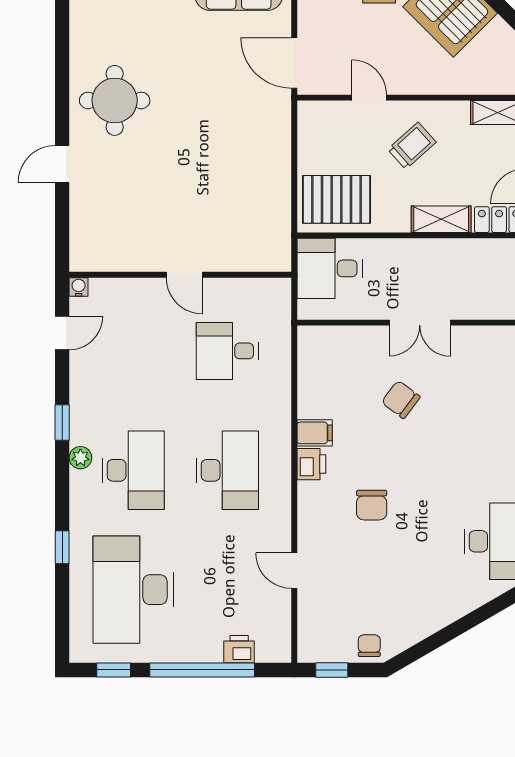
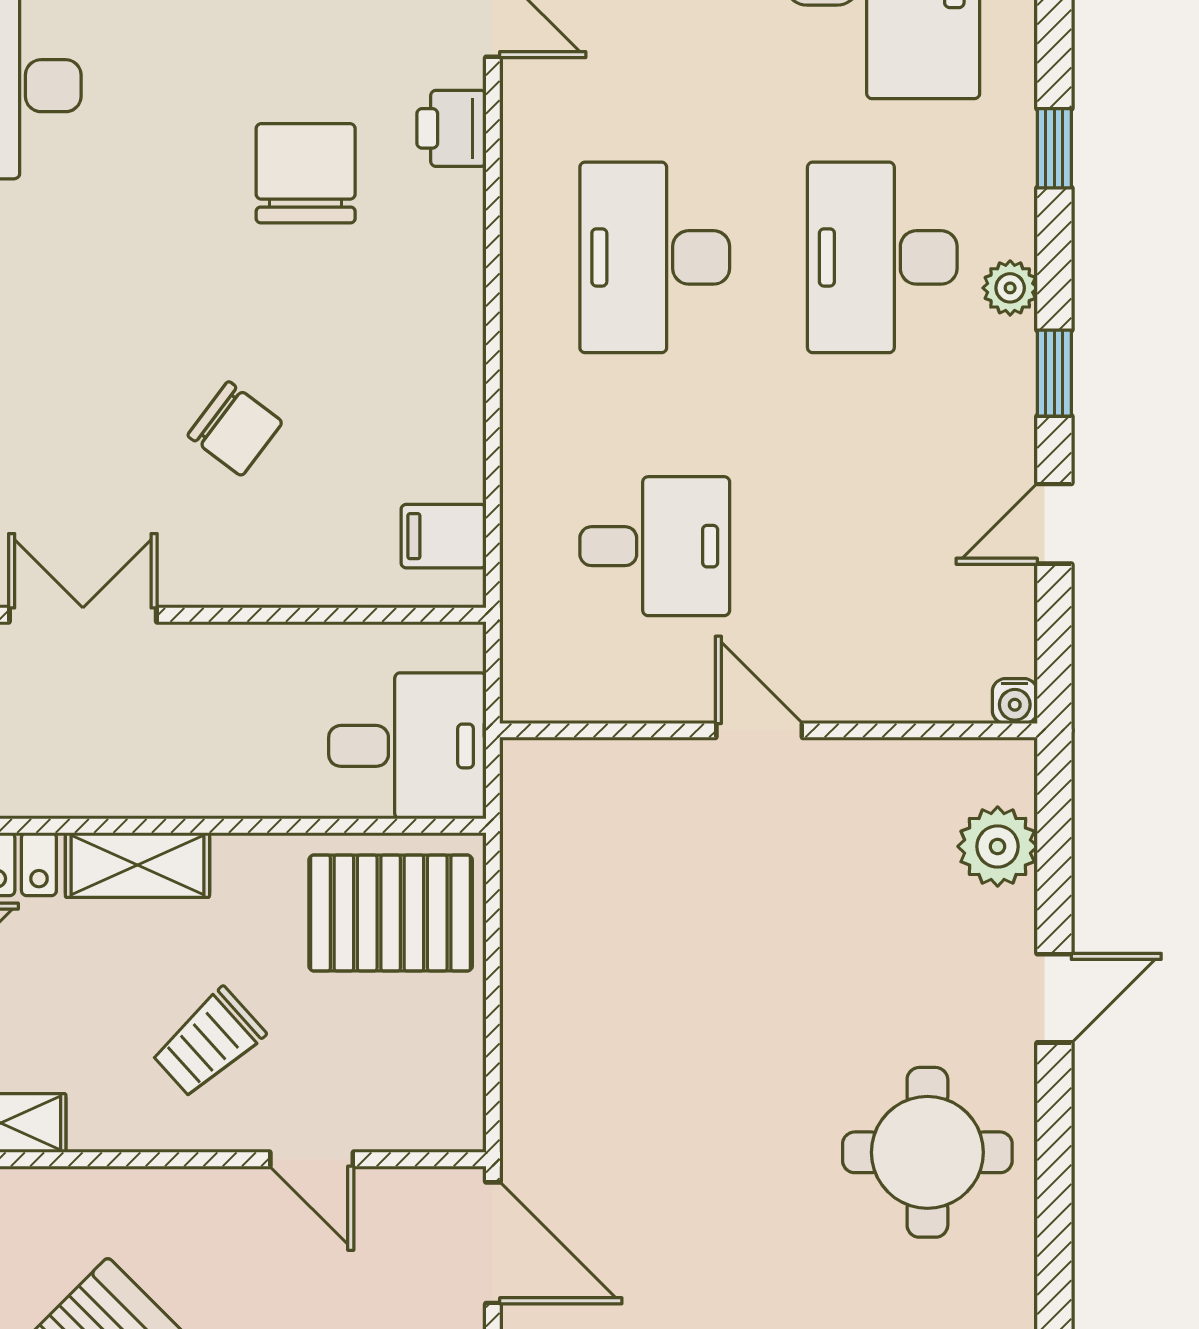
plant: (86, 227) -> (998, 846), added
double door: (420, 323) -> (83, 615), moved
door: (62, 333) -> (1054, 524), moved
filing cabinet: (315, 433) -> (444, 536), moved
printer: (311, 464) -> (451, 128), moved
chair: (372, 505) -> (306, 173), width x1.37, depth x1.37
window: (62, 547) -> (1054, 148), moved

